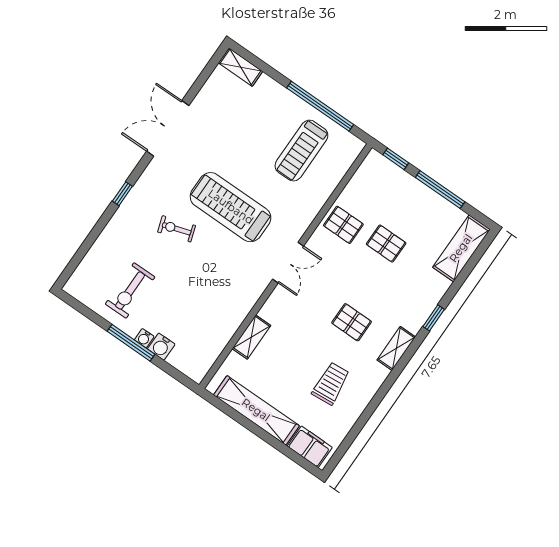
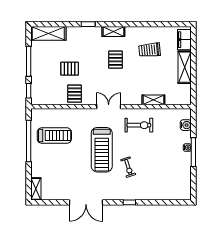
pallet: (386, 244) -> (70, 69), turned 90
exercise bike: (130, 291) -> (139, 125), moved
water cooler: (161, 347) -> (186, 125), moved
shelving: (256, 410) -> (185, 67), width x0.68

